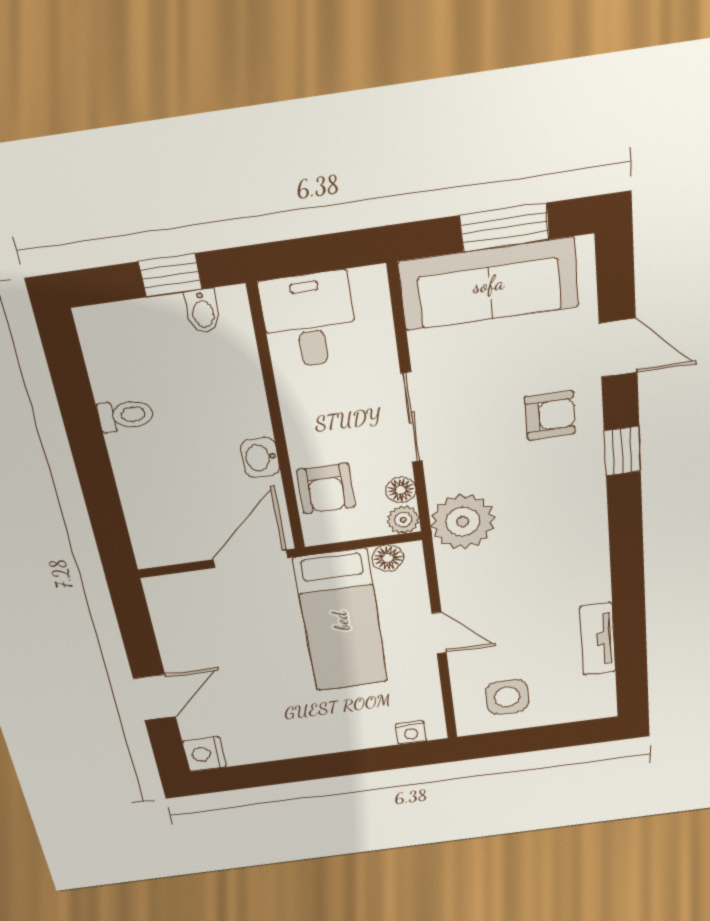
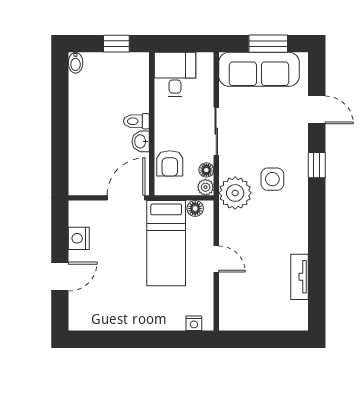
bidet: (203, 311) -> (76, 63), moved
toilet: (126, 415) -> (136, 121), moved, turned 180
armchair: (550, 415) -> (283, 140), removed
side table: (507, 697) -> (272, 179), moved
nightstand: (204, 754) -> (79, 238), moved

